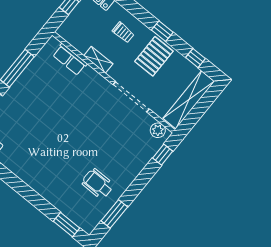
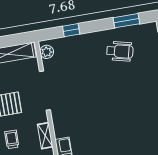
window: (163, 155) -> (71, 30), moved
wheelchair: (98, 184) -> (120, 51), turned -76

